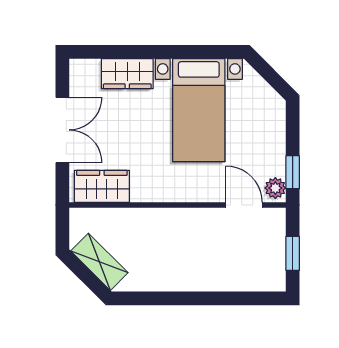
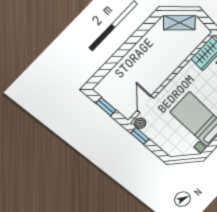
door: (244, 205) -> (145, 104), swing flipped

